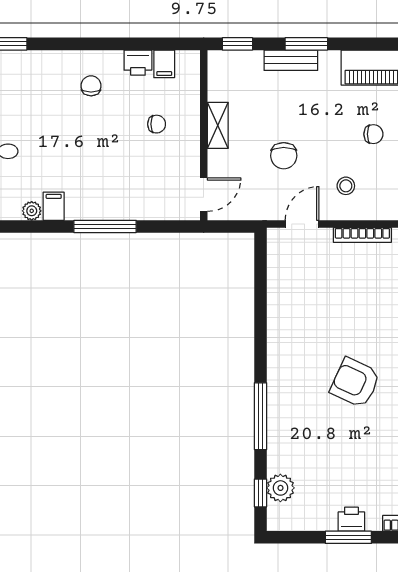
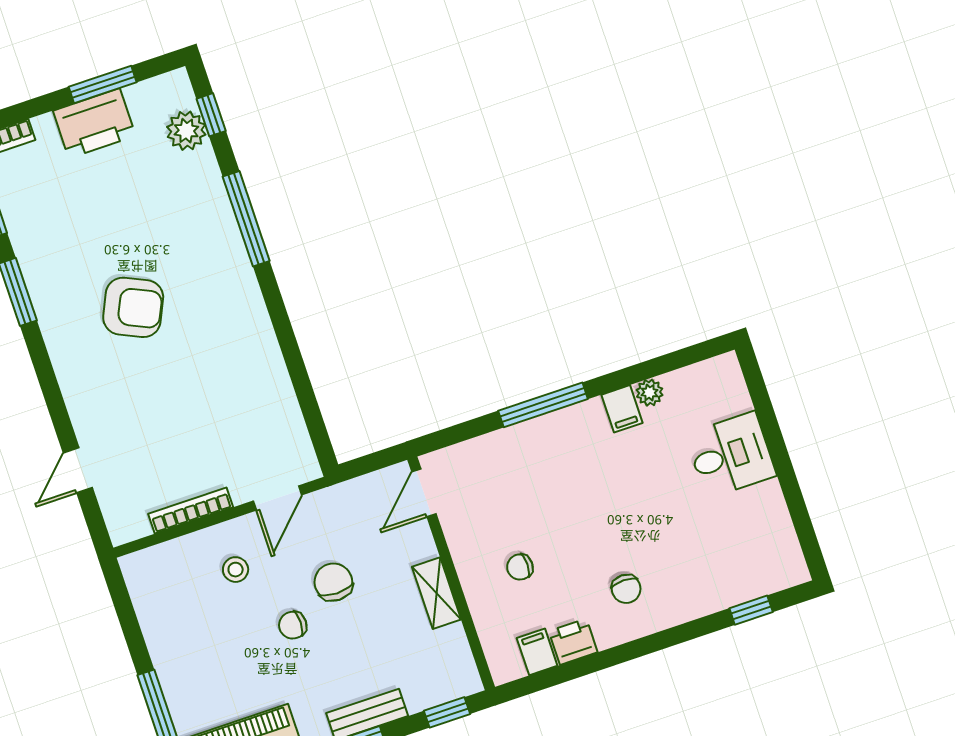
chair: (373, 134) -> (293, 625), moved
printer: (351, 519) -> (94, 123), width x1.87, depth x1.48
window: (348, 537) -> (103, 84), moved

